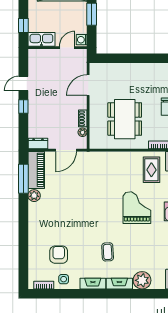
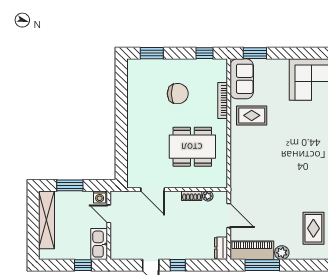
grand piano: (137, 208) -> (296, 133), removed
rug: (55, 223) -> (313, 228), added

